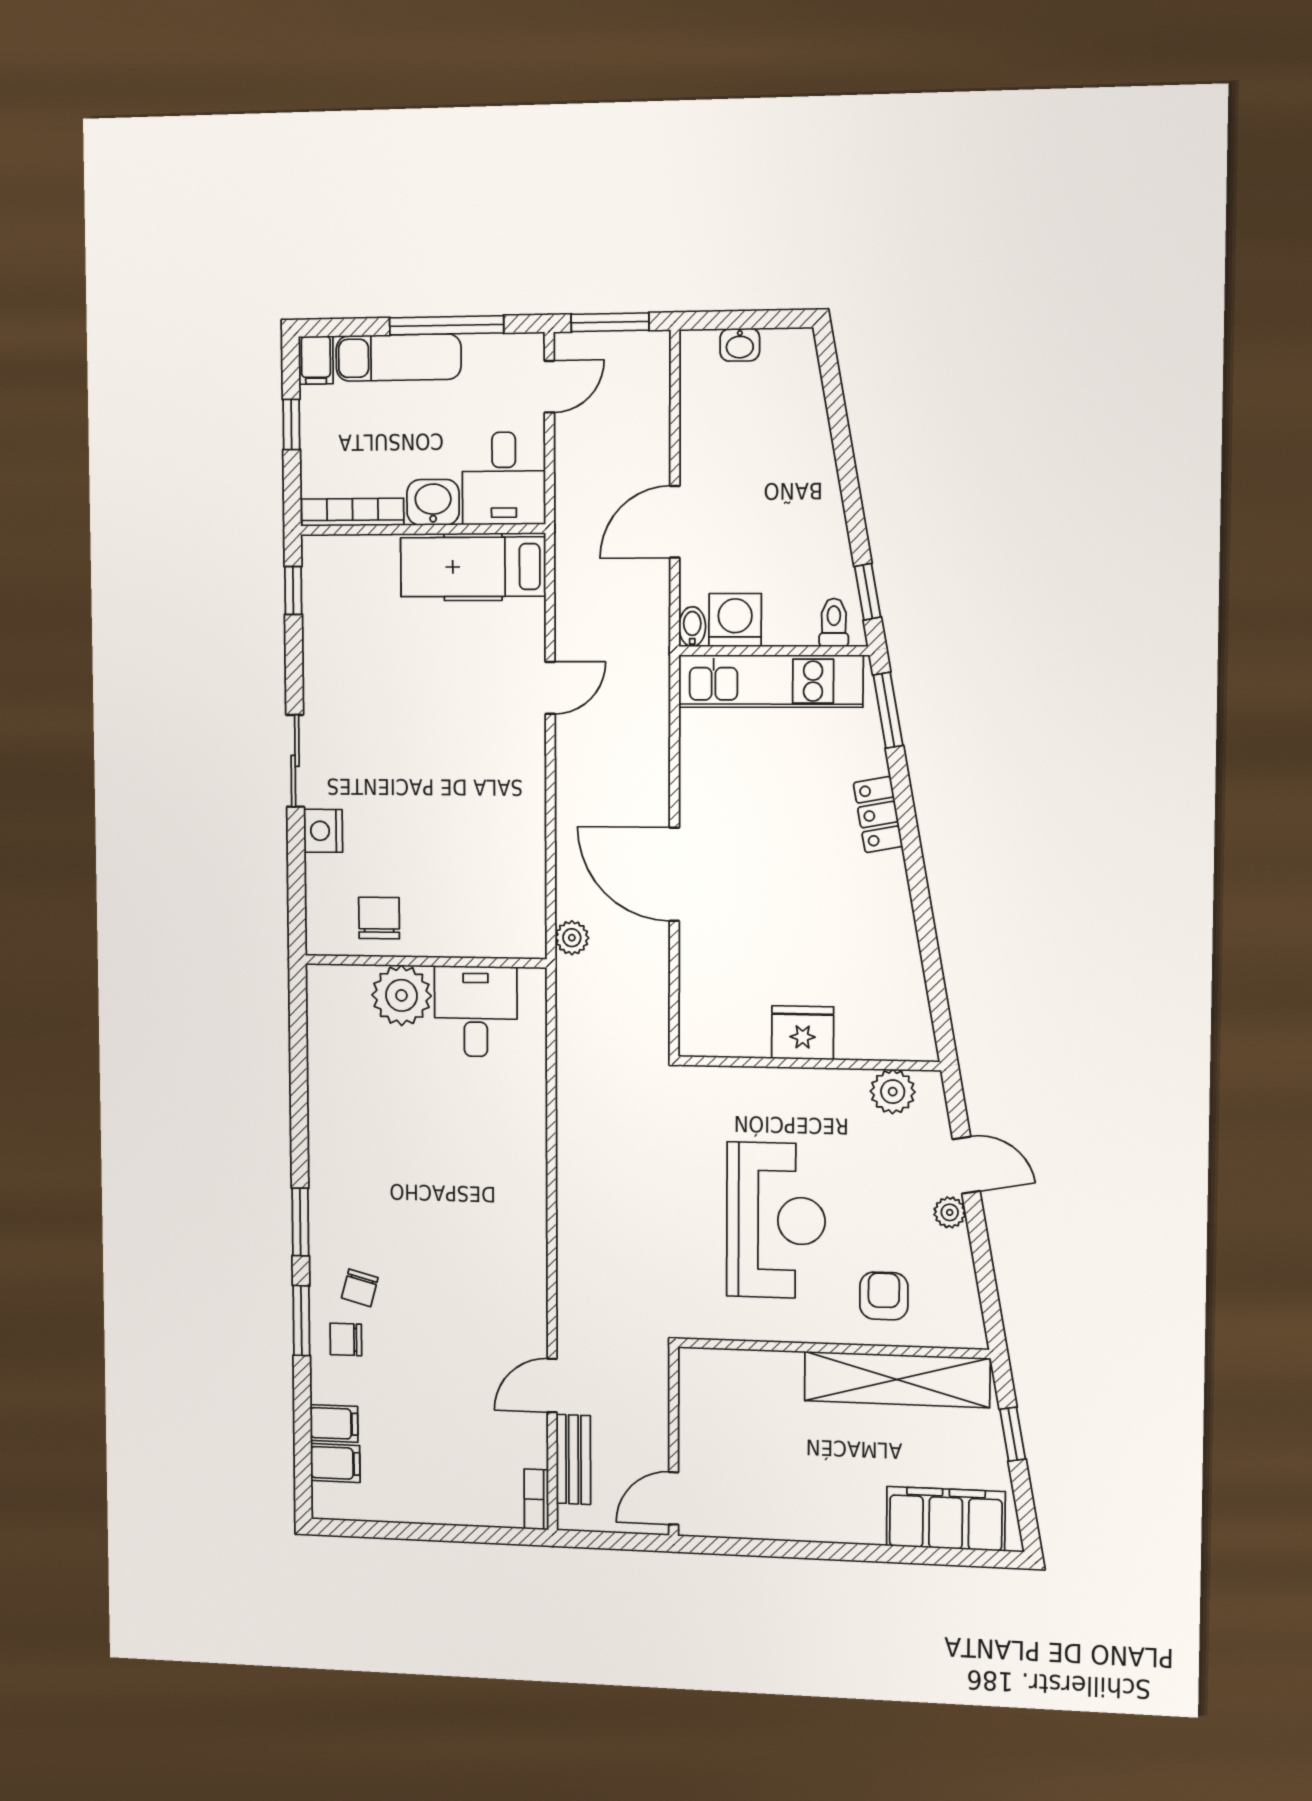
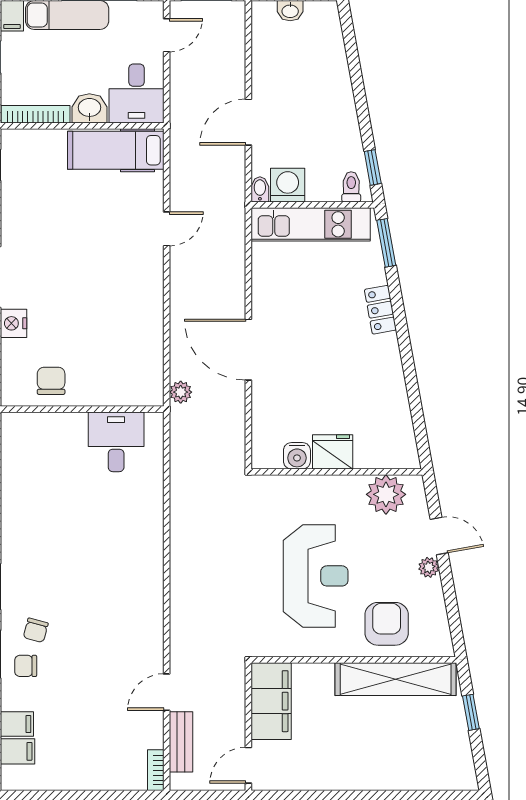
plant: (401, 995) -> (66, 432), removed
water cooler: (748, 1038) -> (297, 456), added
plant: (893, 1092) -> (386, 494), width x1.36, depth x1.36
armchair: (884, 1296) -> (387, 624), width x1.38, depth x1.38
filing cabinet: (946, 1519) -> (271, 701), moved, turned 90

